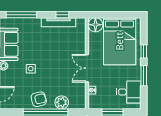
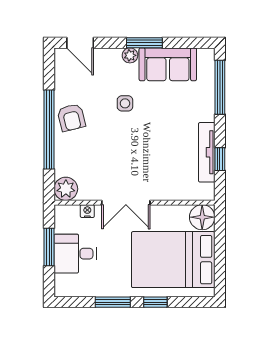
double door: (87, 68) -> (126, 203), swing flipped
desk: (129, 92) -> (75, 254), moved, turned 90
plant: (62, 102) -> (66, 189), moved

